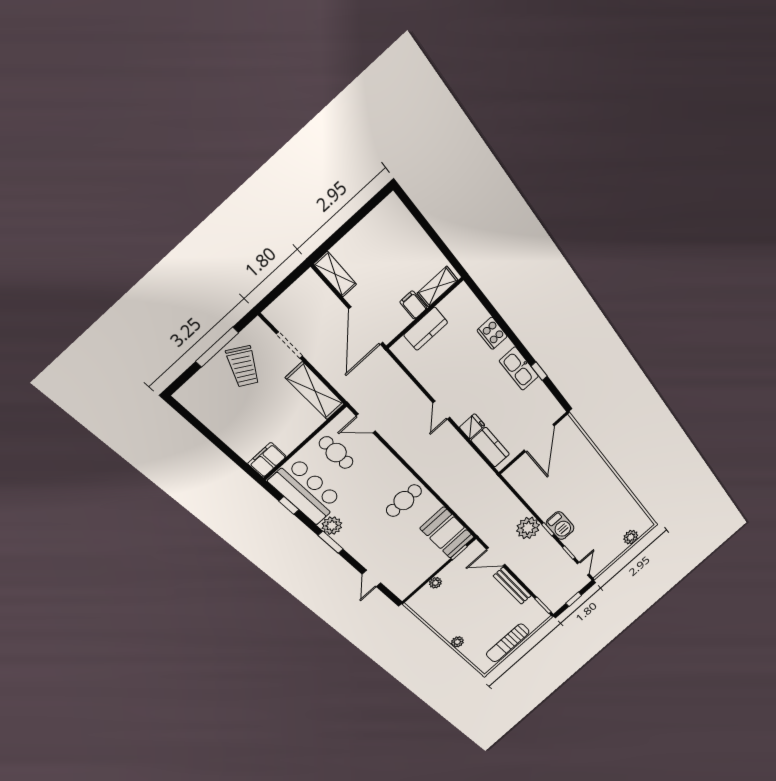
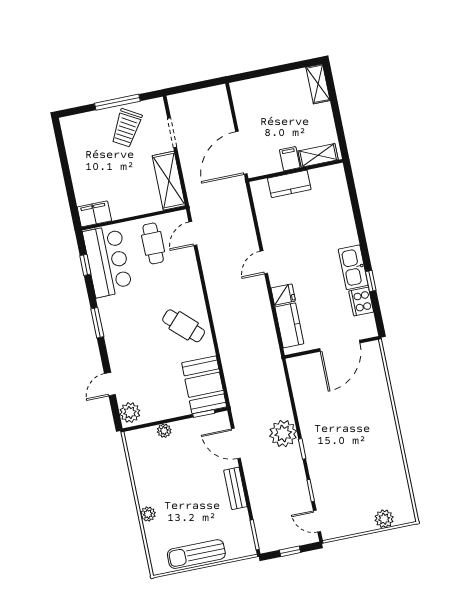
shelving: (335, 274) -> (318, 84), moved
cooker: (492, 333) -> (361, 302), moved
door: (366, 423) -> (193, 233), hinge flipped
cafe table: (404, 501) -> (184, 326), turned 43
plant: (332, 526) -> (130, 413), moved
barbecue: (560, 526) -> (316, 453), removed
door: (583, 569) -> (317, 521), swing flipped
bench: (512, 586) -> (235, 488), width x0.73

